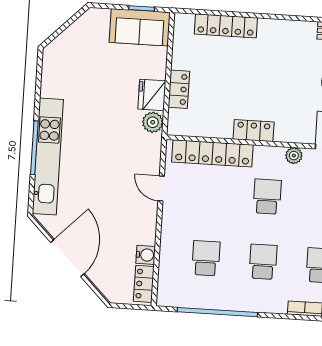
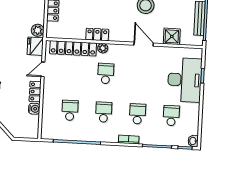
fridge: (152, 95) -> (35, 46), moved
plant: (294, 156) -> (103, 48), moved
door: (161, 188) -> (43, 69), hinge flipped
locker: (144, 284) -> (35, 92), moved

